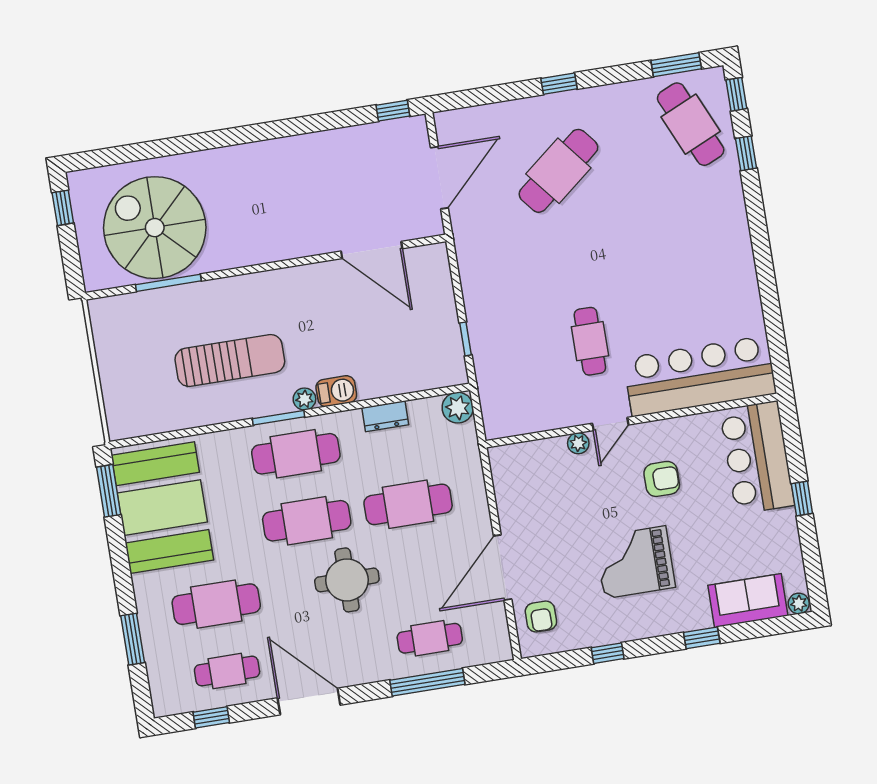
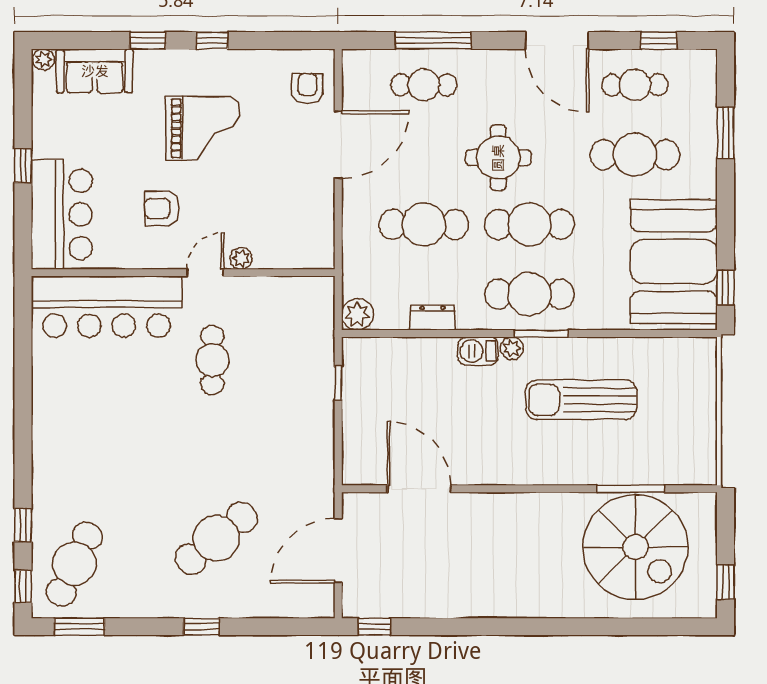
cafe table: (691, 124) -> (74, 564), turned 49
window: (109, 491) -> (726, 287), width x0.67
window: (608, 653) -> (212, 40), moved

